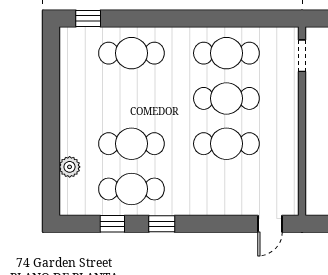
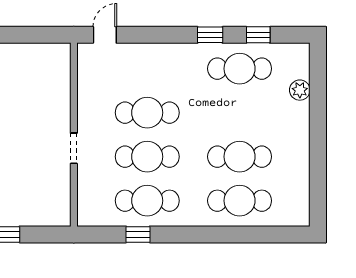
window: (88, 18) -> (138, 234), moved
doorway: (302, 56) -> (74, 148), moved
cafe table: (131, 144) -> (240, 157), moved

